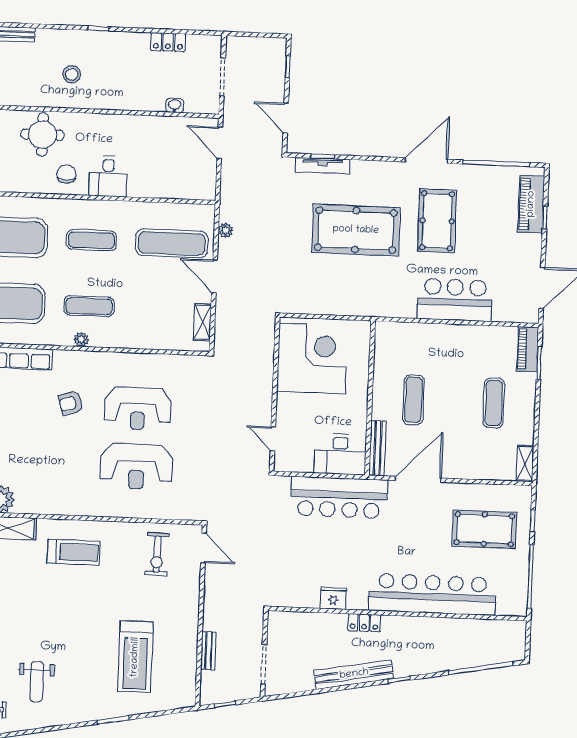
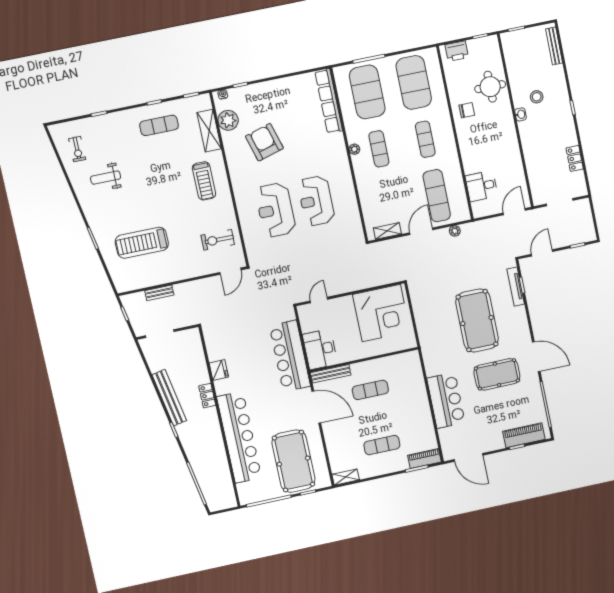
washbasin: (175, 105) -> (521, 114), moved
desk: (108, 176) -> (482, 186), moved
armchair: (71, 403) -> (264, 142), moved, width x1.88, depth x1.88
pool table: (484, 529) -> (293, 461), width x1.36, depth x1.32

